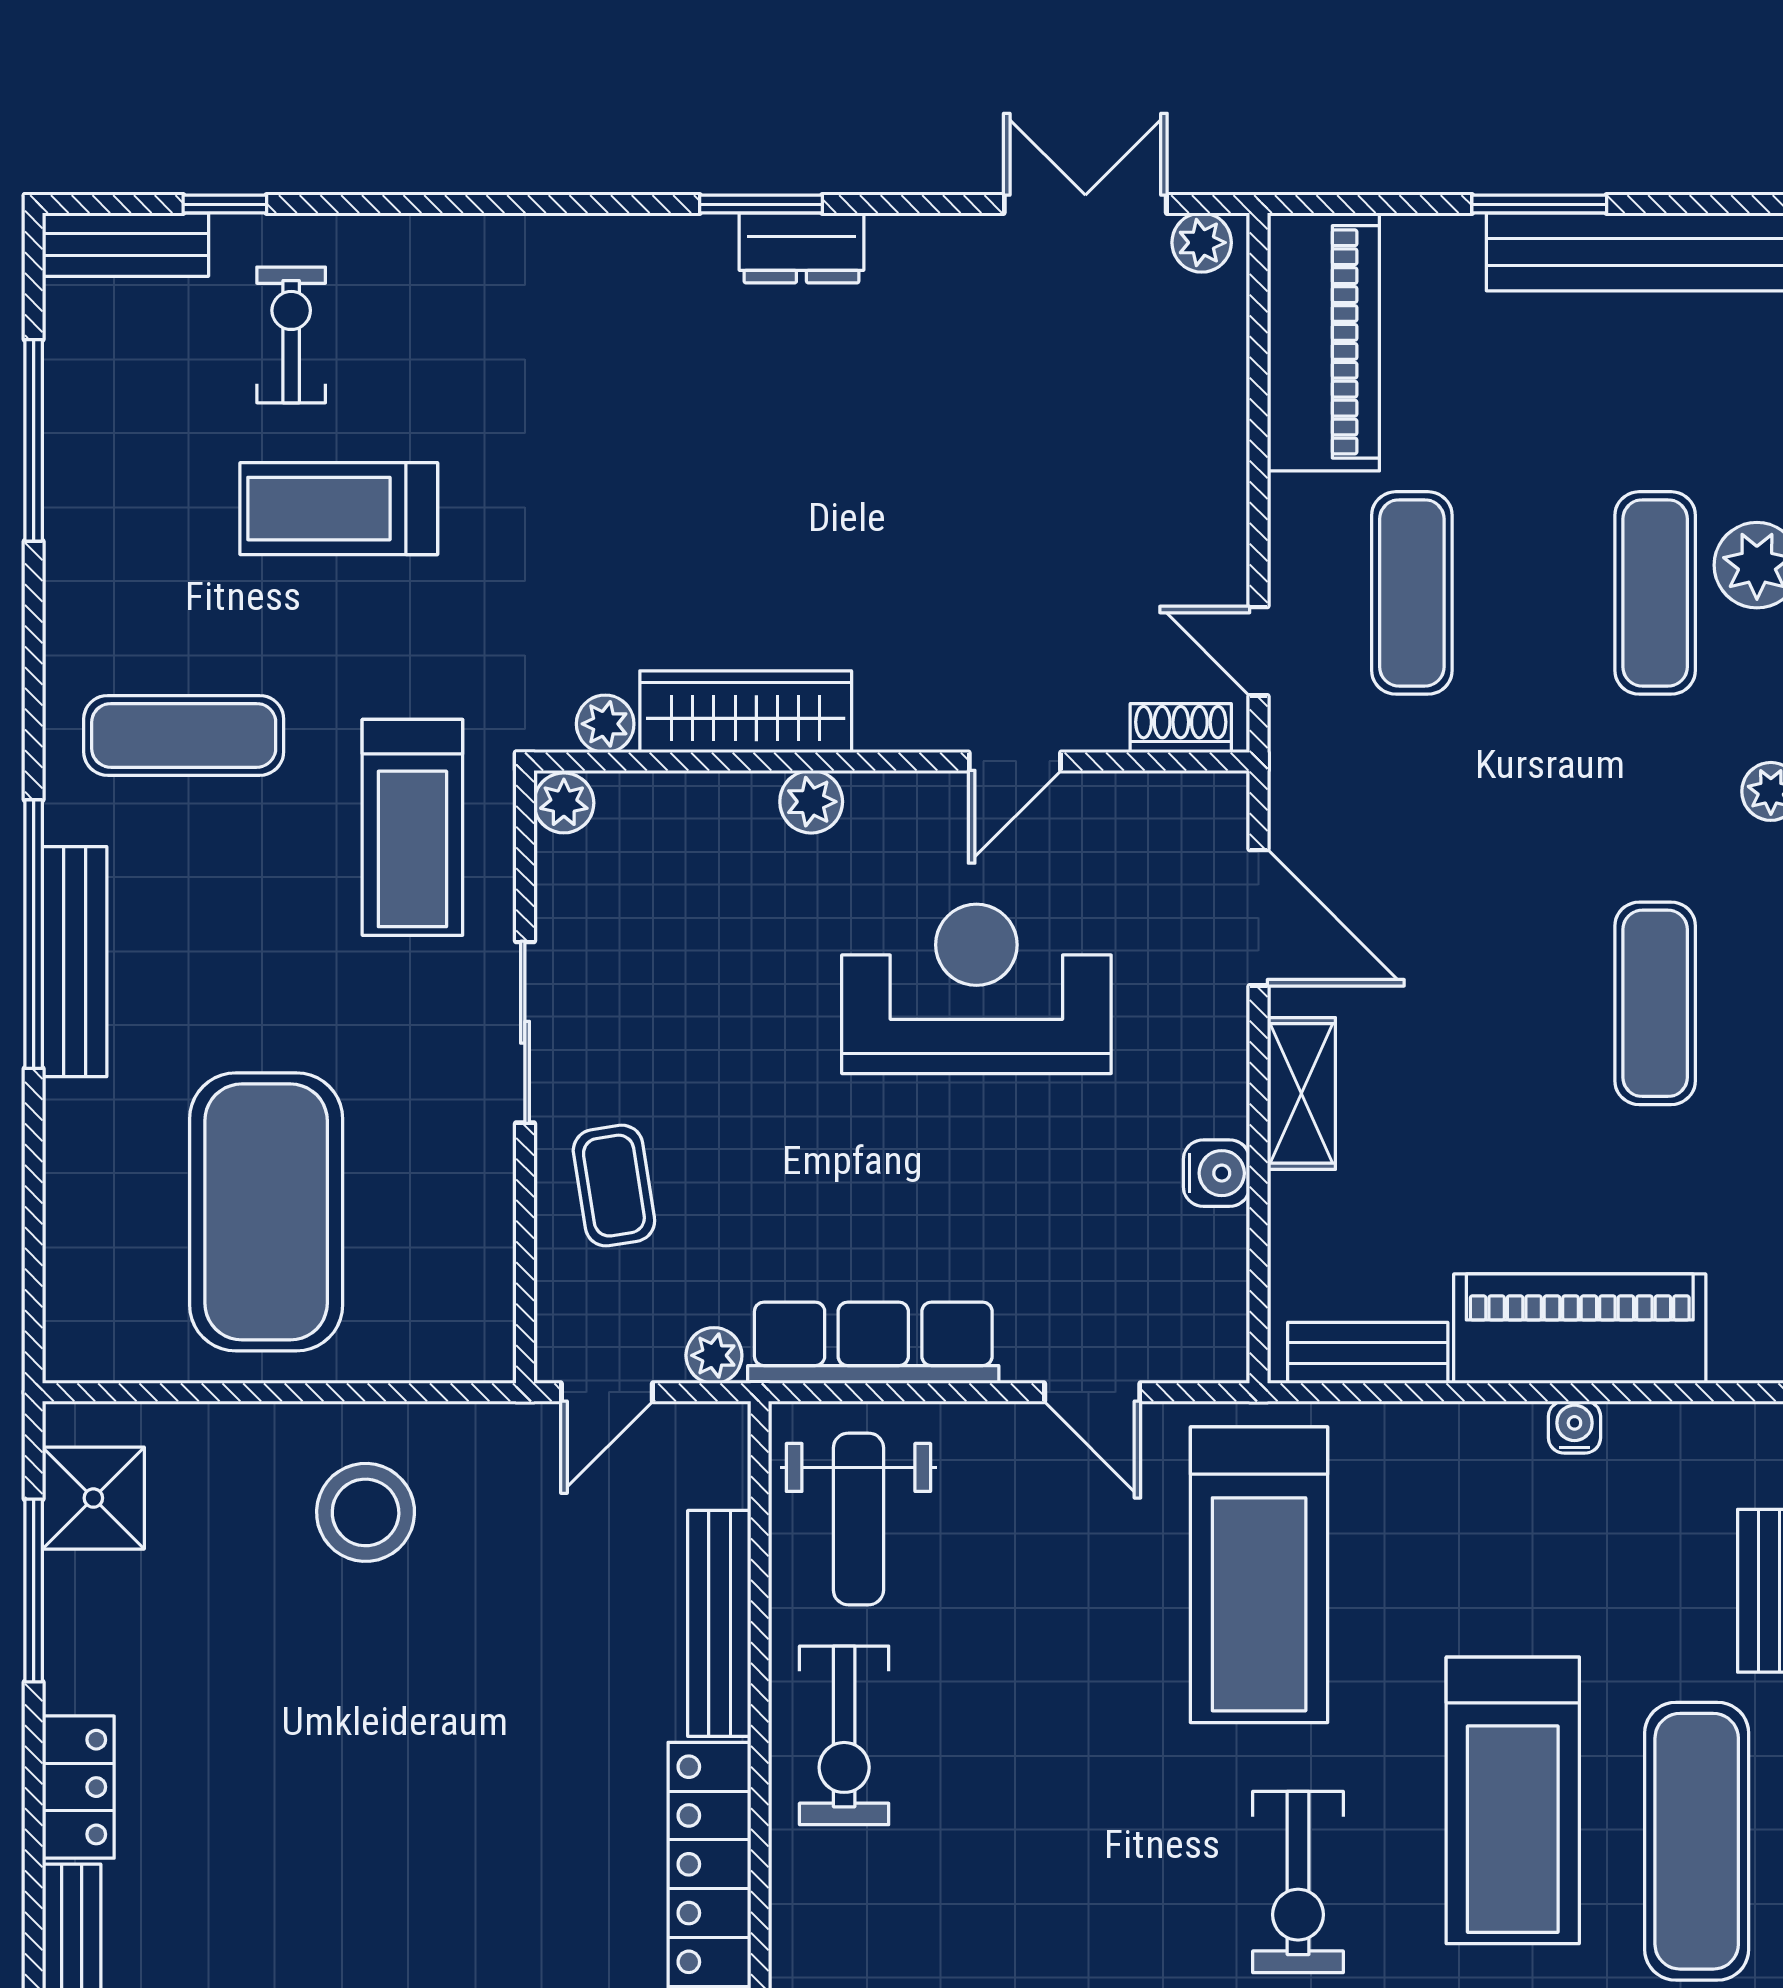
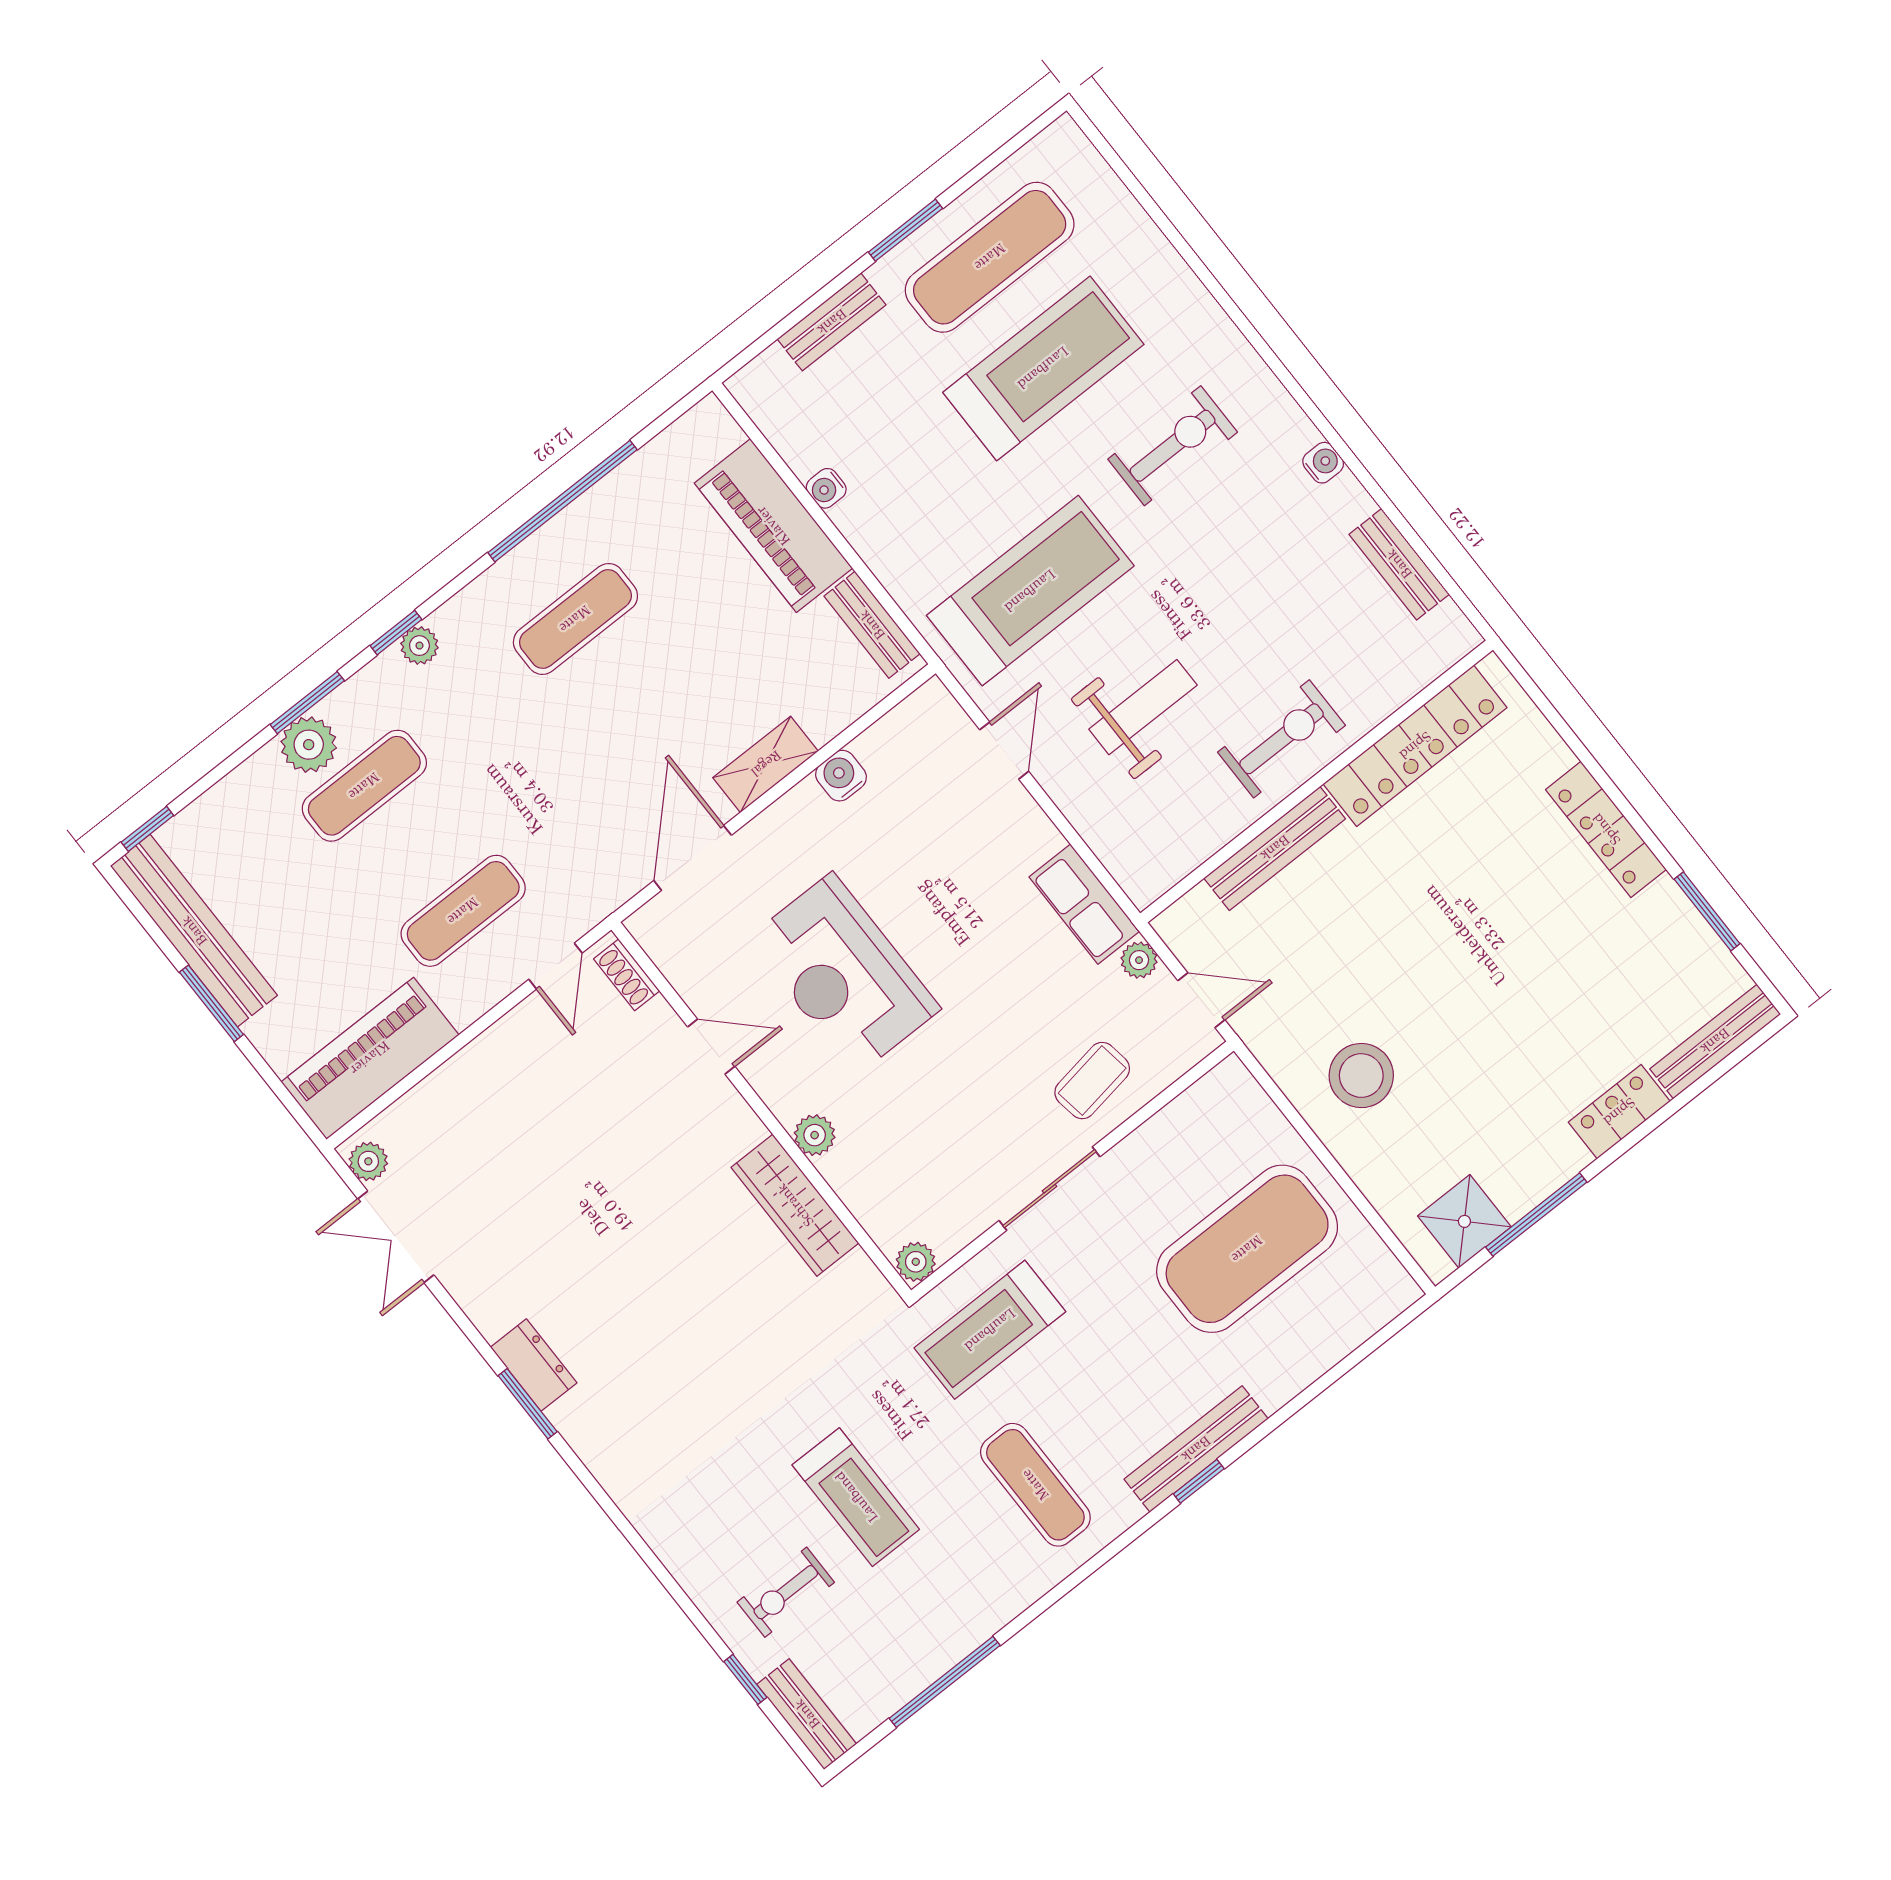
plant: (605, 724) -> (858, 1273), removed
treadmill: (412, 827) -> (990, 1330), turned 180
window: (34, 934) -> (1199, 1481), width x0.32
row of seats: (873, 1343) -> (1084, 904), width x0.68
weight bench: (858, 1519) -> (1143, 707), moved

